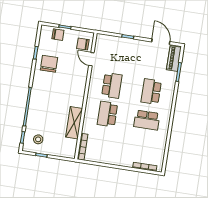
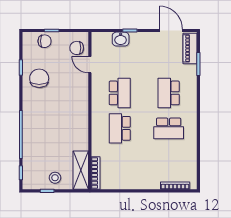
washbasin: (119, 42) -> (121, 39), added
shelving: (74, 123) -> (81, 170), moved
stool: (38, 139) -> (55, 178), moved

